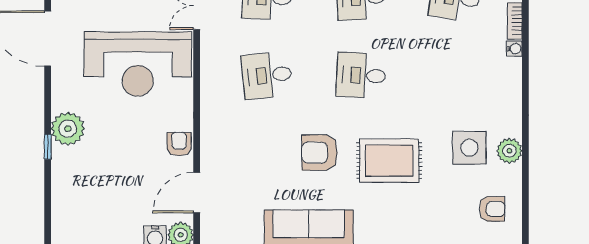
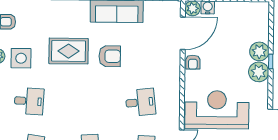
desk: (361, 75) -> (29, 101), moved
plant: (67, 163) -> (259, 51), added
door: (197, 193) -> (183, 33), width x1.36

